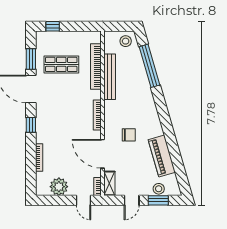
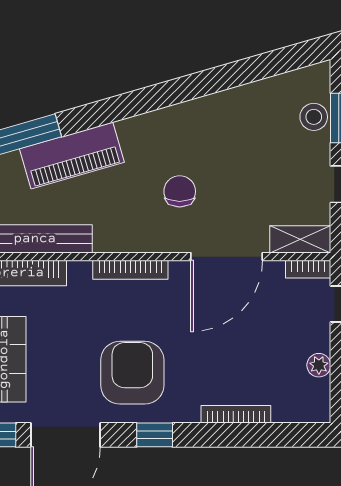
armchair: (56, 116) -> (132, 373), added
piano: (162, 156) -> (72, 155), moved
plant: (59, 187) -> (319, 365), width x0.53, depth x0.53

